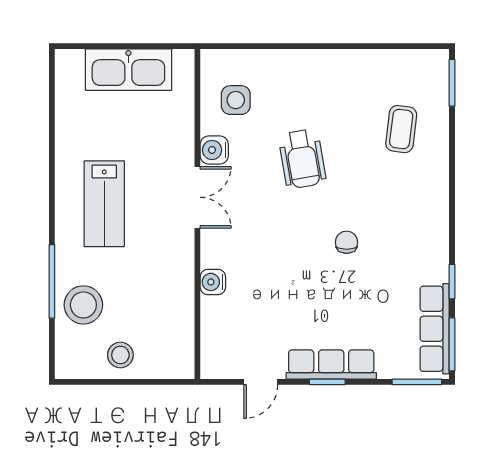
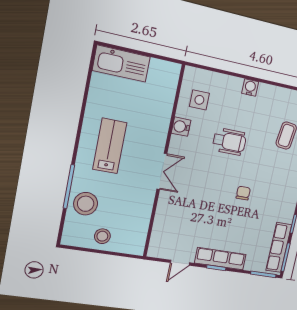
kitchen sink: (128, 70) -> (121, 64), moved
wheelchair: (302, 159) -> (229, 142), turned -80
double door: (197, 197) -> (162, 171), moved
lab bench: (104, 204) -> (110, 146), turned 180
water cooler: (213, 282) -> (250, 87), moved, turned 90

